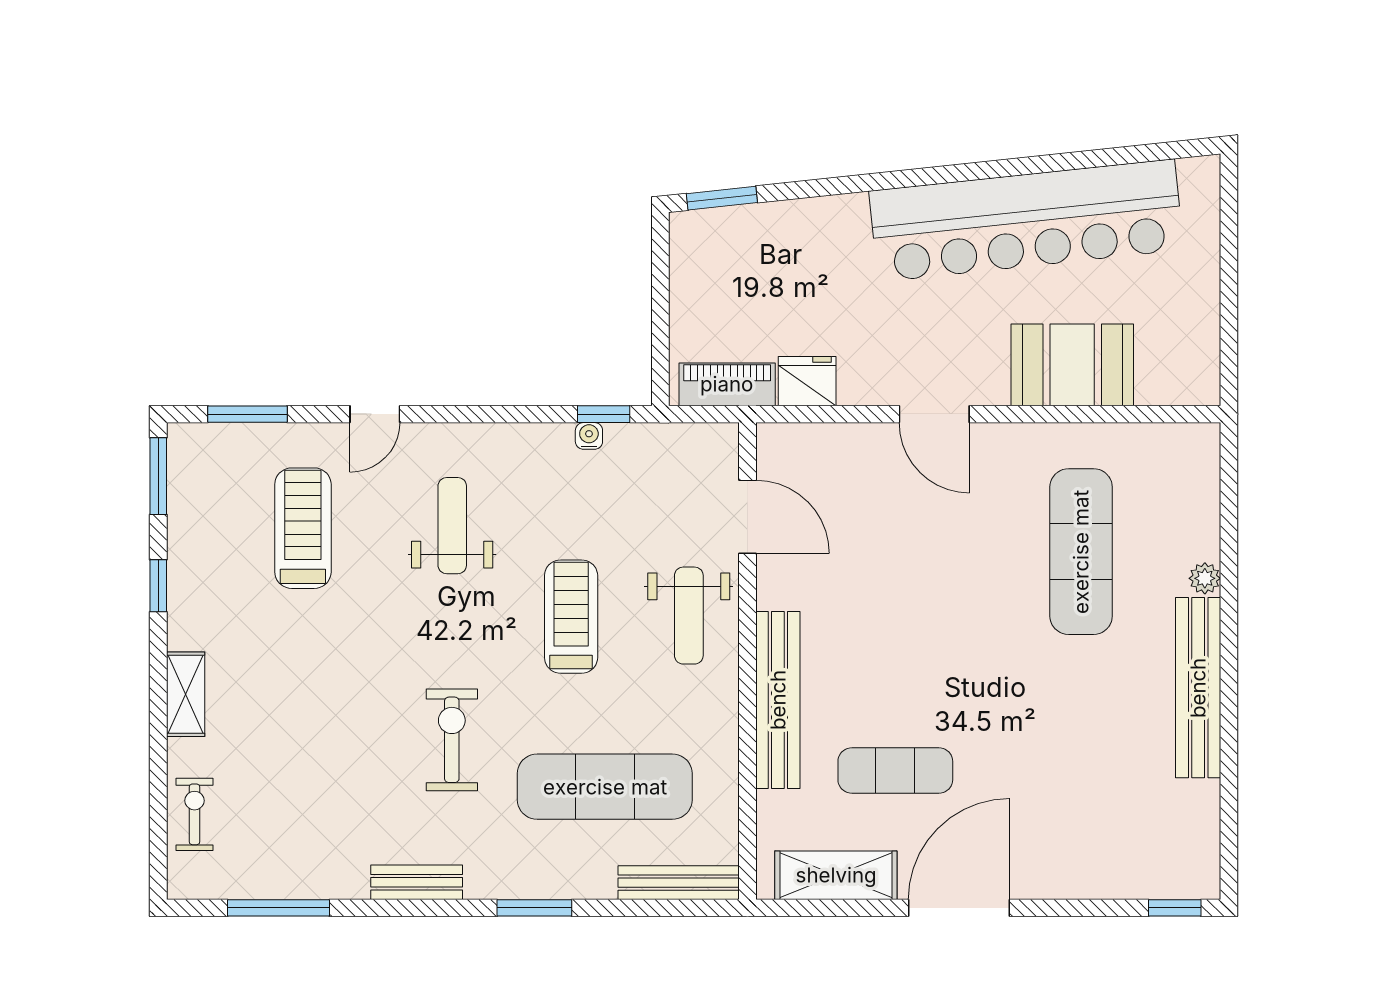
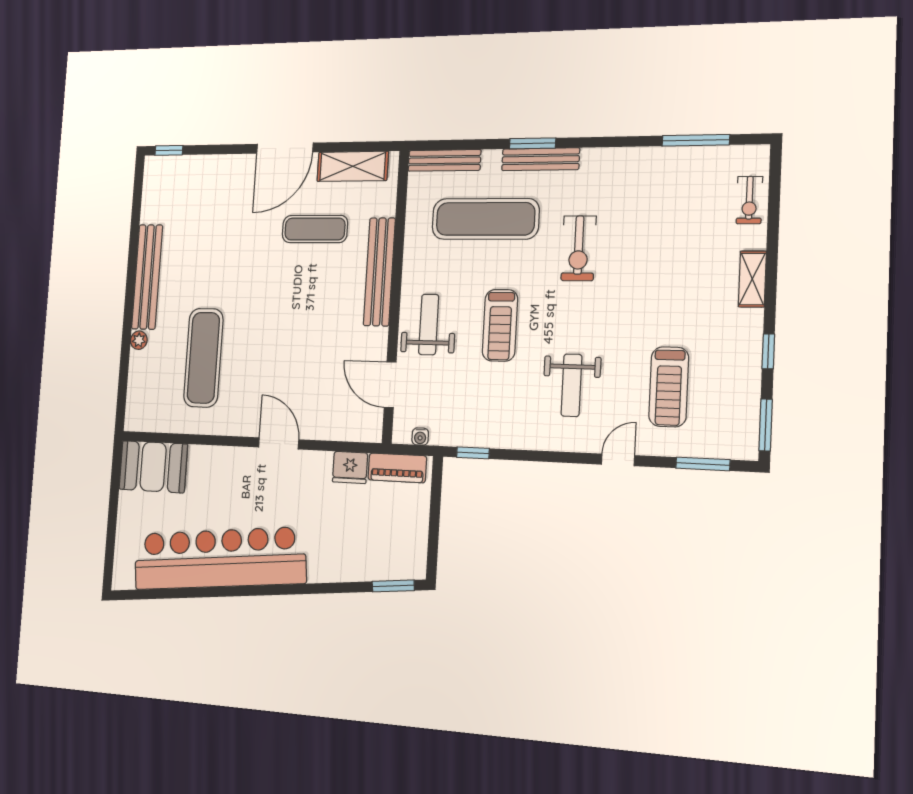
booth: (1072, 365) -> (153, 467), moved
water cooler: (589, 436) -> (420, 437), moved
bench: (417, 882) -> (541, 159), moved, width x1.36

